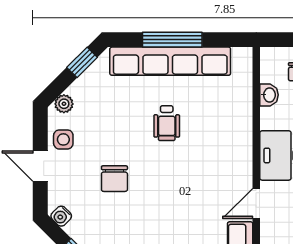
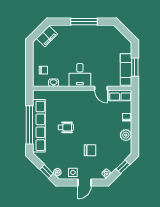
window: (172, 40) -> (29, 125), width x1.46
window: (82, 62) -> (46, 171), moved

